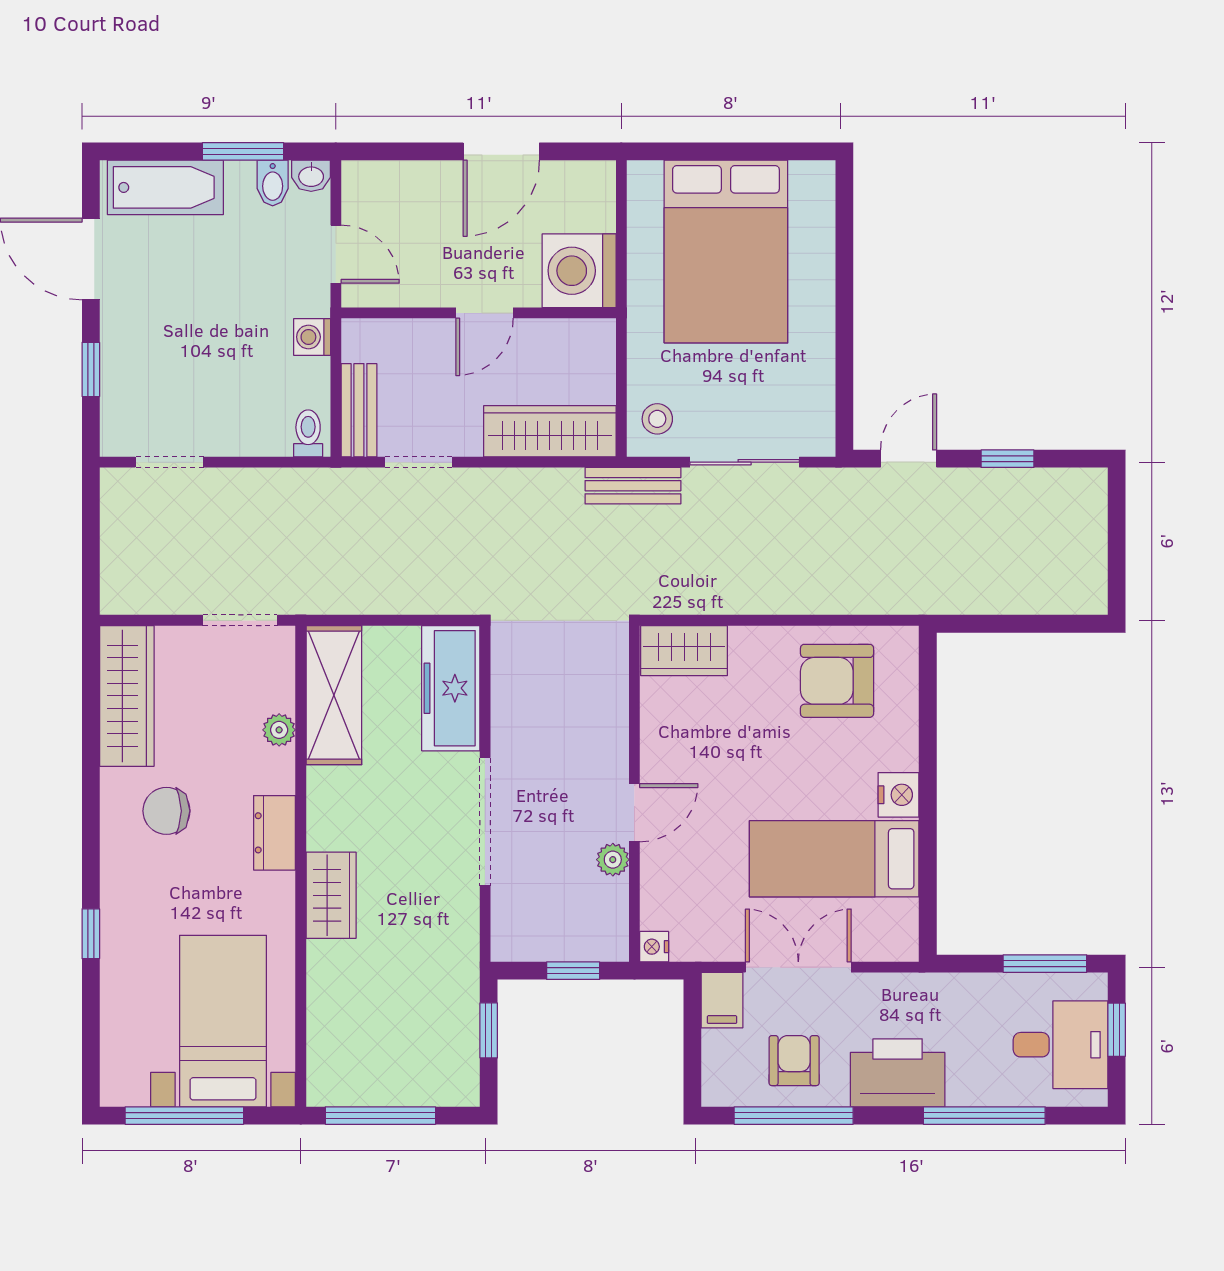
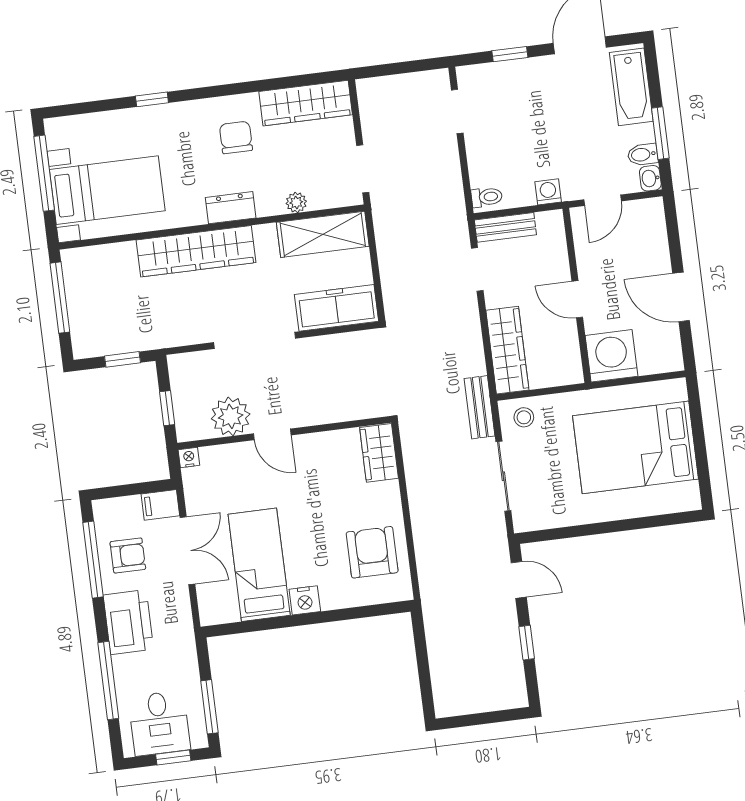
plant: (613, 860) -> (231, 416), width x1.88, depth x1.88
wardrobe: (331, 895) -> (196, 251), width x2.10, depth x1.17

